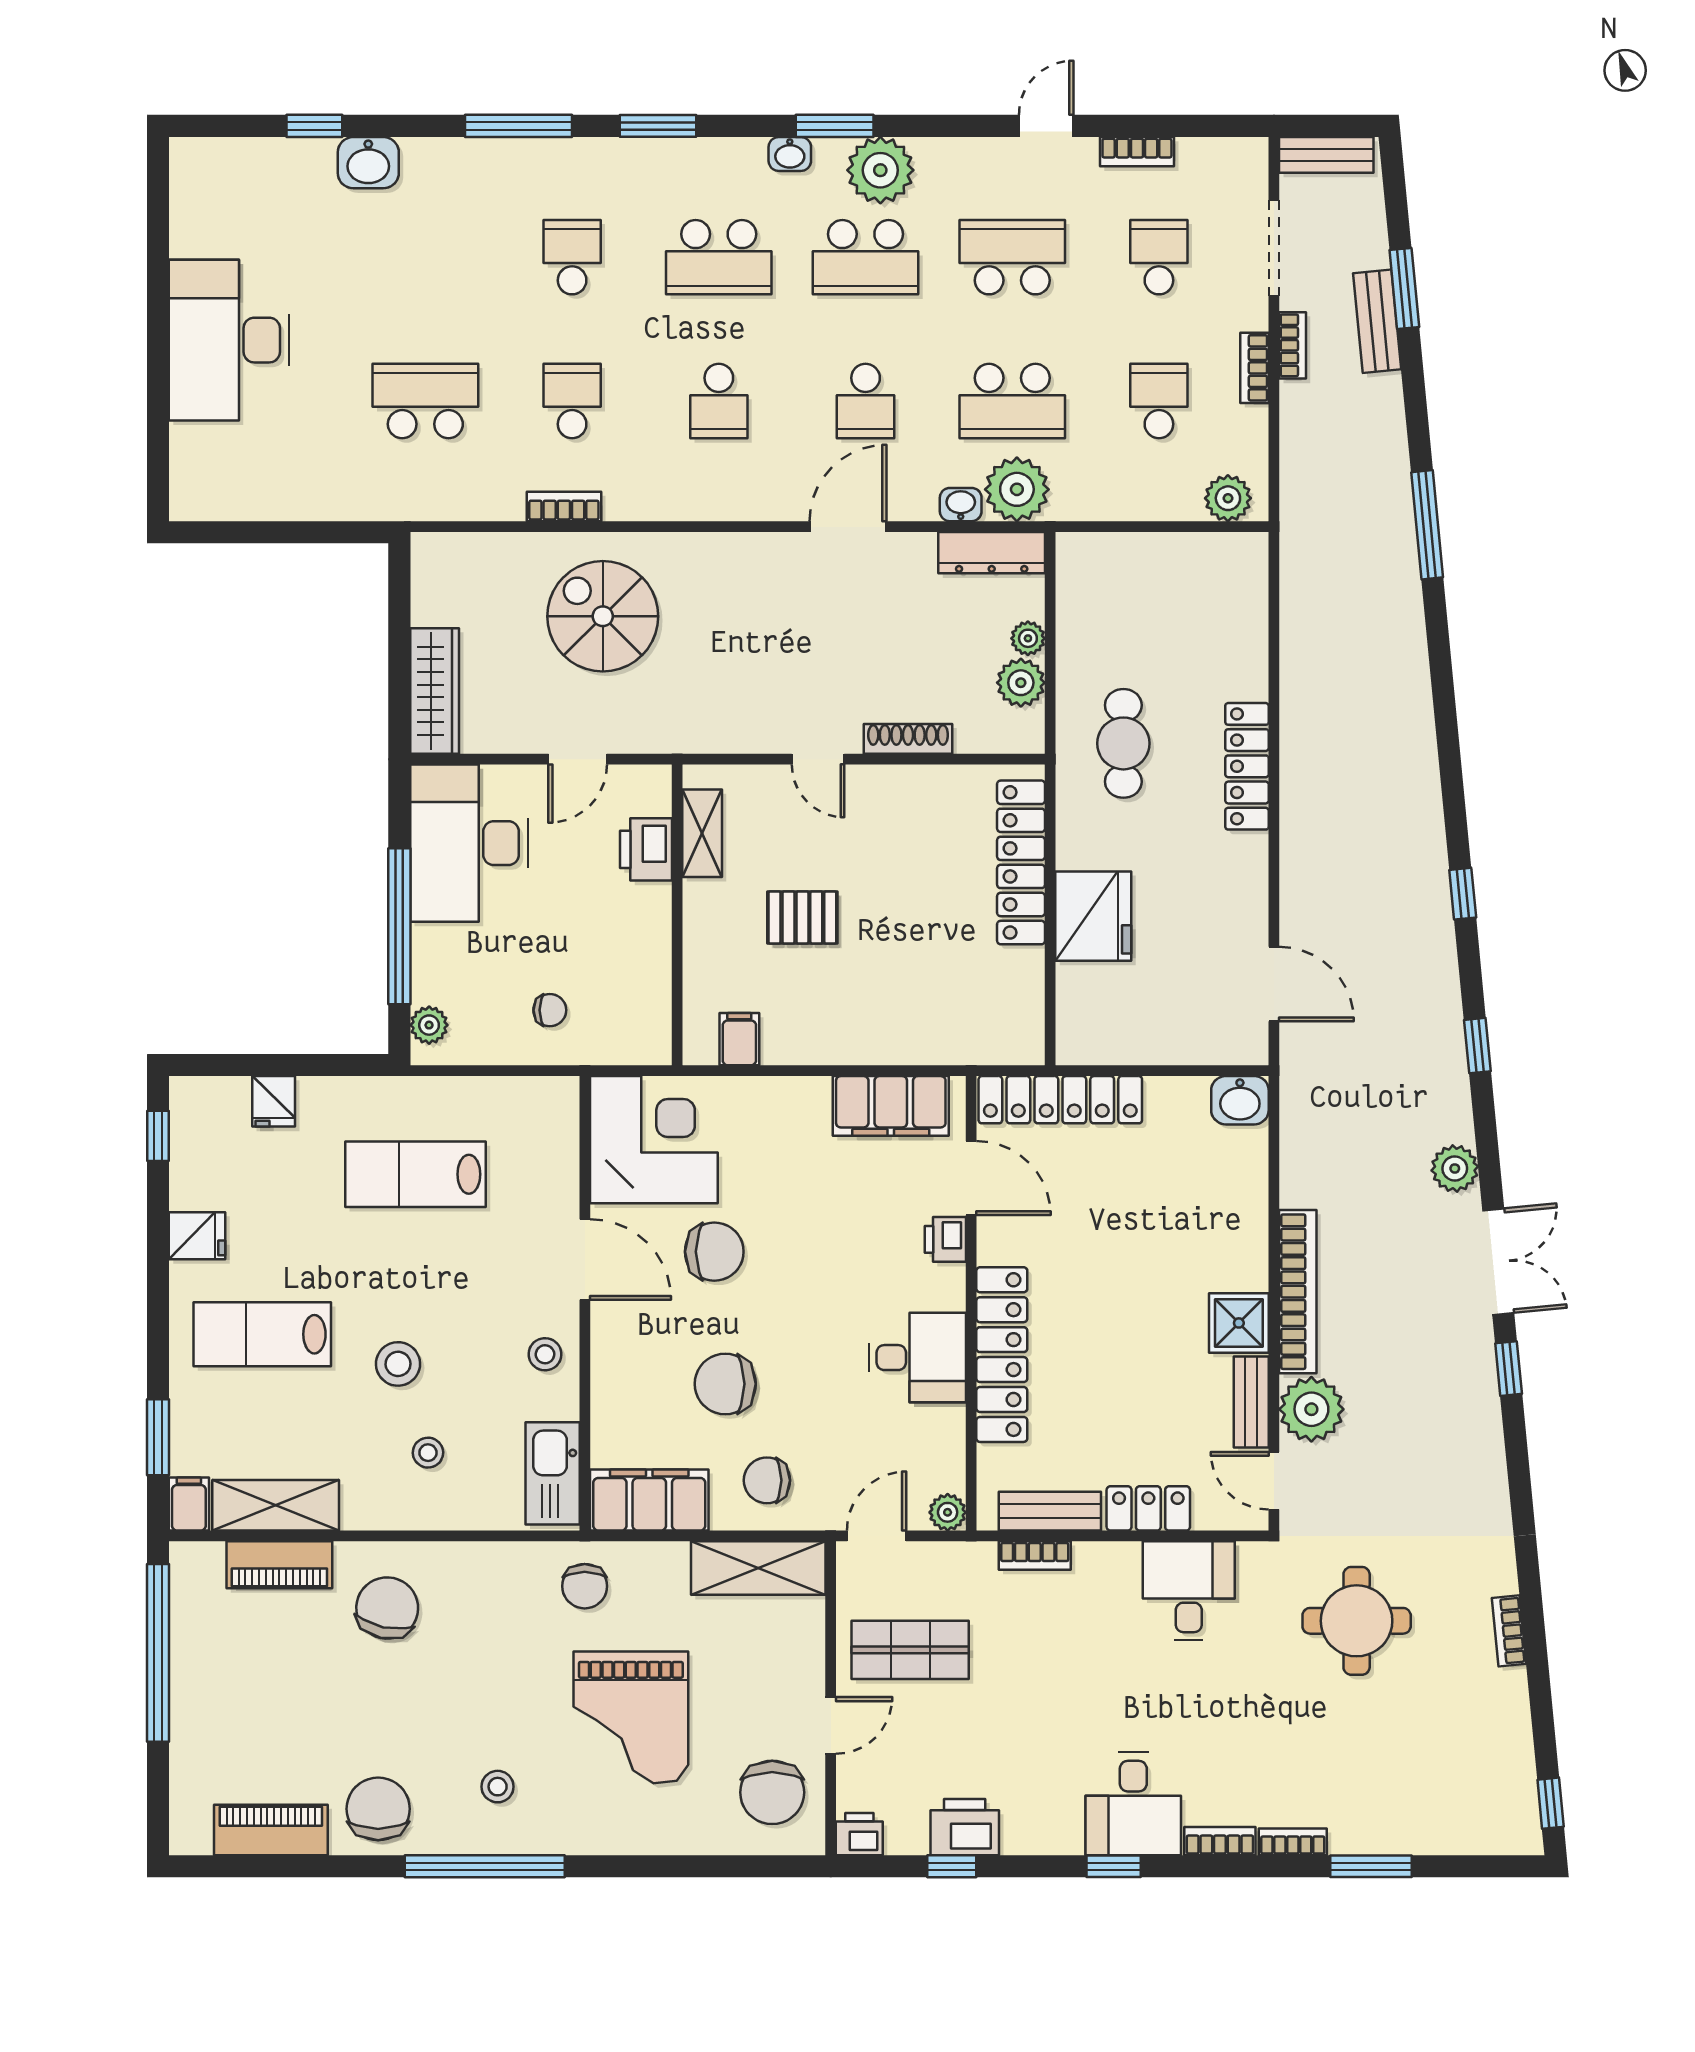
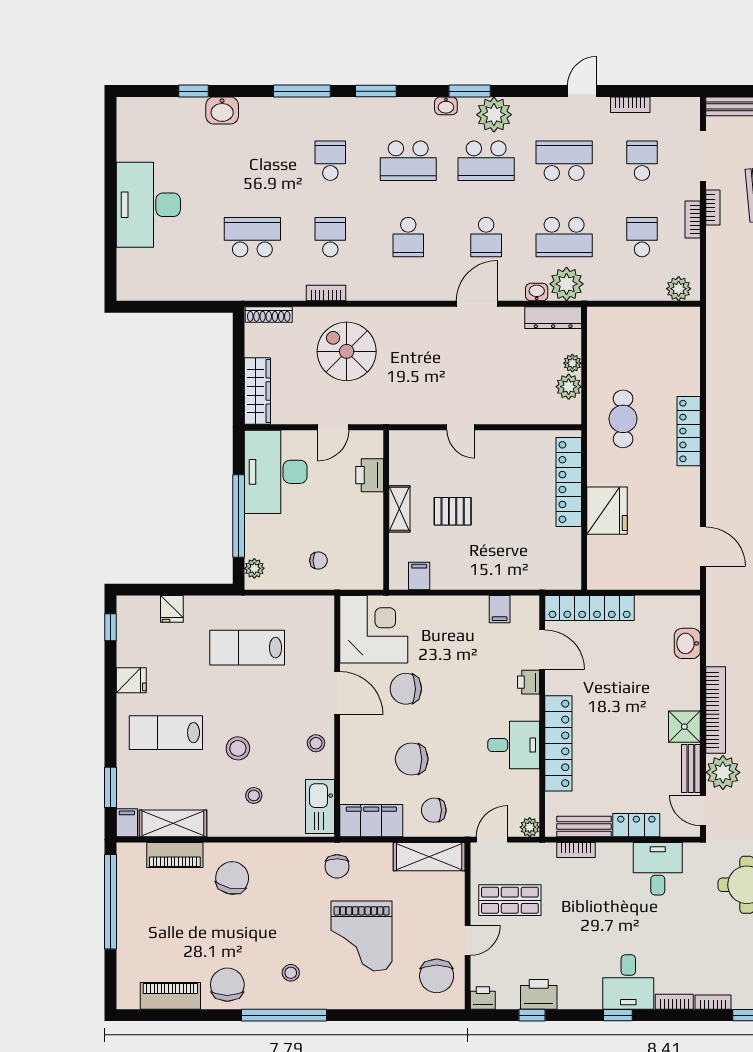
shoe rack: (908, 739) -> (269, 315), moved, turned 180
shelving: (702, 833) -> (399, 509), moved
washbasin: (1240, 1100) -> (687, 643), moved, turned 90
filing cabinet: (891, 1106) -> (500, 609), width x0.33, depth x0.86
chair: (714, 1252) -> (406, 689), turned 180

